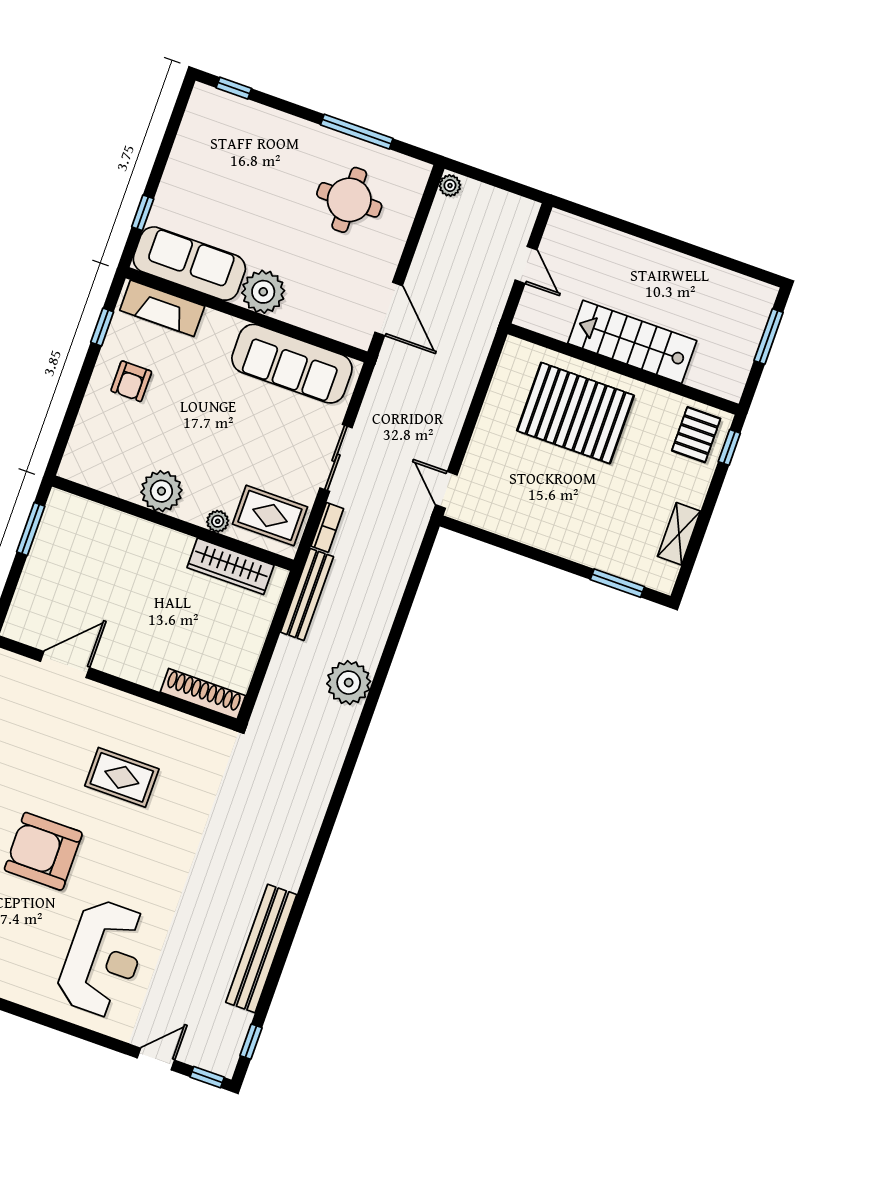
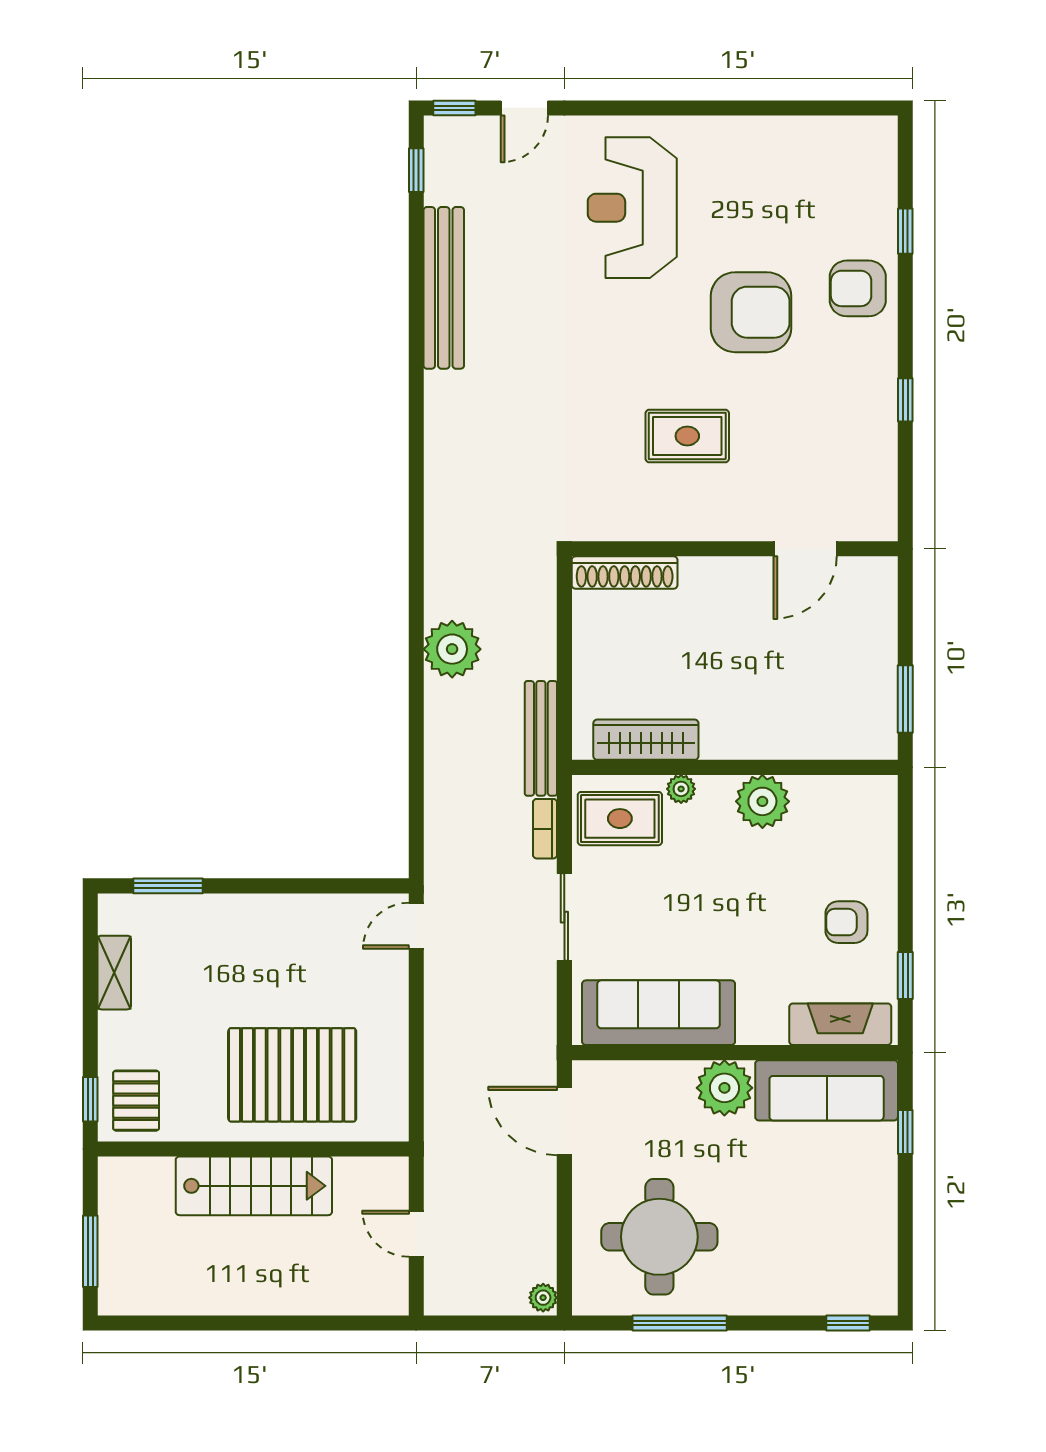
round table: (349, 200) -> (659, 1237), width x1.36, depth x1.36
armchair: (131, 381) -> (846, 922), turned -90
door: (446, 490) -> (416, 926), swing flipped

